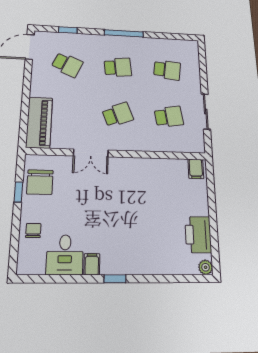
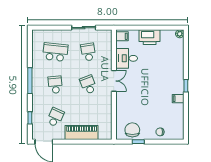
school desk: (167, 70) -> (55, 52), width x1.85
piano: (39, 122) -> (82, 133), moved
double door: (91, 153) -> (114, 81), moved
chair: (40, 182) -> (132, 130), turned -90
printer: (198, 235) -> (150, 37), moved
desk: (65, 255) -> (127, 58), moved, turned 180

